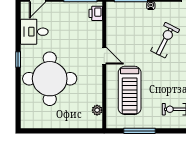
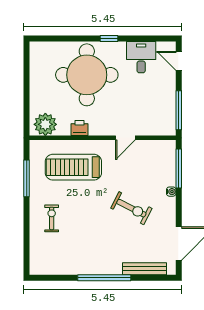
printer: (96, 13) -> (79, 128), moved
door: (104, 56) -> (125, 138), moved
plant: (97, 110) -> (45, 124), width x1.87, depth x1.87

